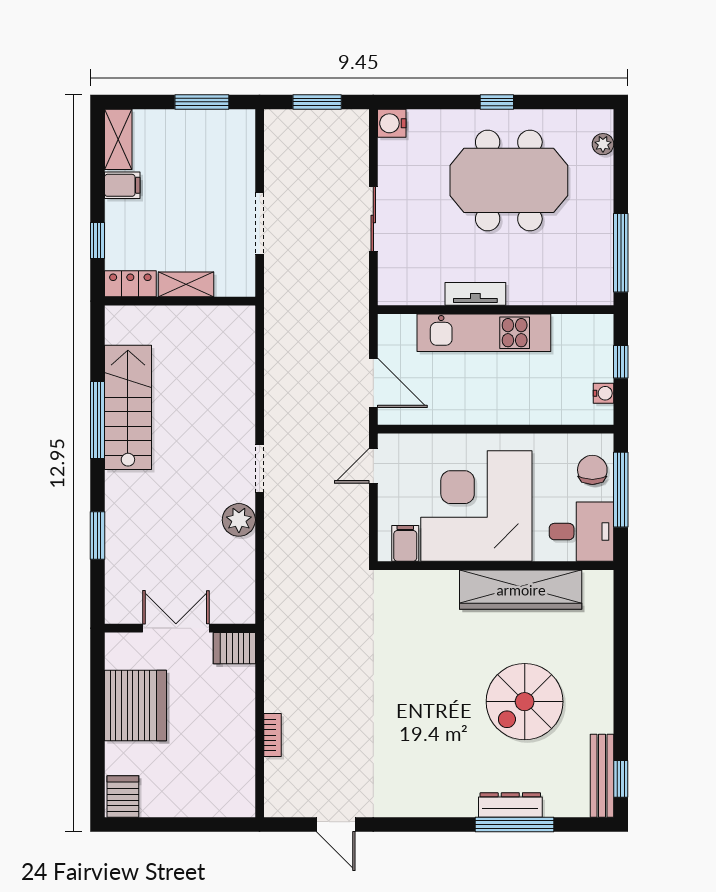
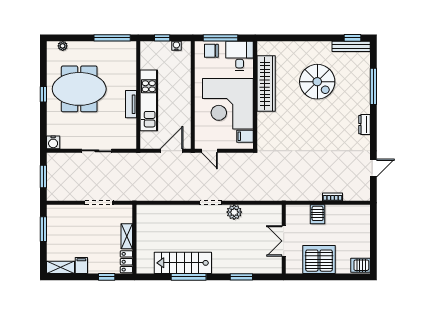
meeting table: (509, 180) -> (79, 89), turned 90
server rack: (234, 648) -> (318, 214), moved
dresser: (510, 805) -> (364, 125), moved, width x0.70

